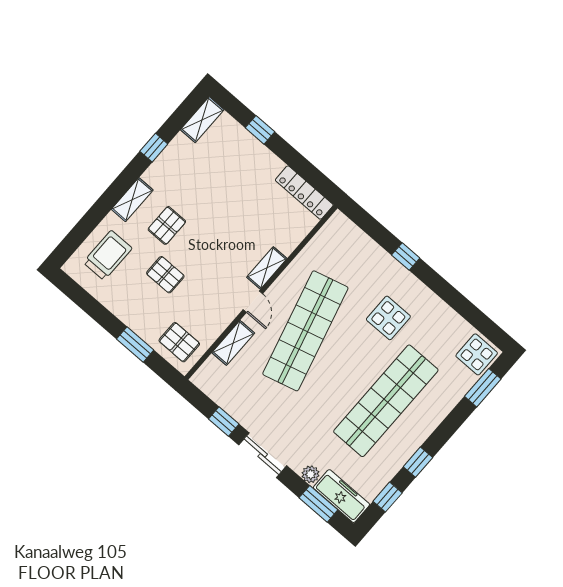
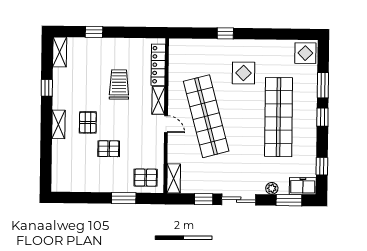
locker: (304, 193) -> (158, 65), moved, turned 90
trolley: (108, 255) -> (119, 84), moved
shelving: (233, 343) -> (174, 178), moved
window: (483, 388) -> (323, 85), moved
window: (418, 462) -> (322, 117), moved
freezer: (341, 496) -> (303, 186), width x0.71

